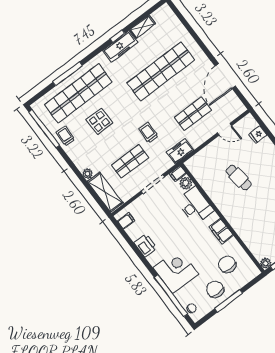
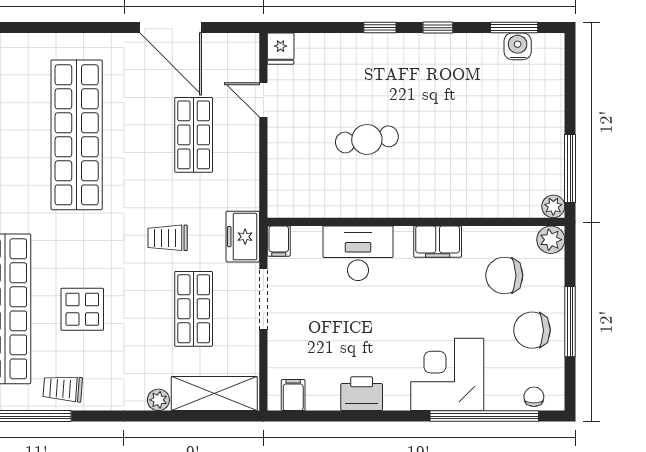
door: (225, 129) -> (263, 100), swing flipped
fridge: (258, 135) -> (281, 49), moved
freezer: (180, 151) -> (243, 237), moved
plant: (186, 183) -> (551, 240), moved

